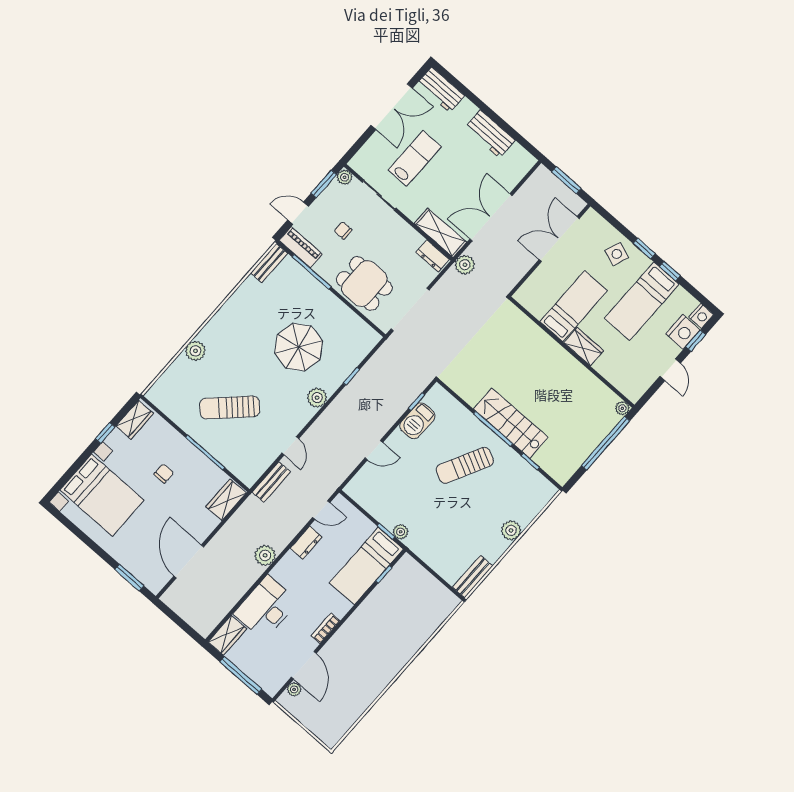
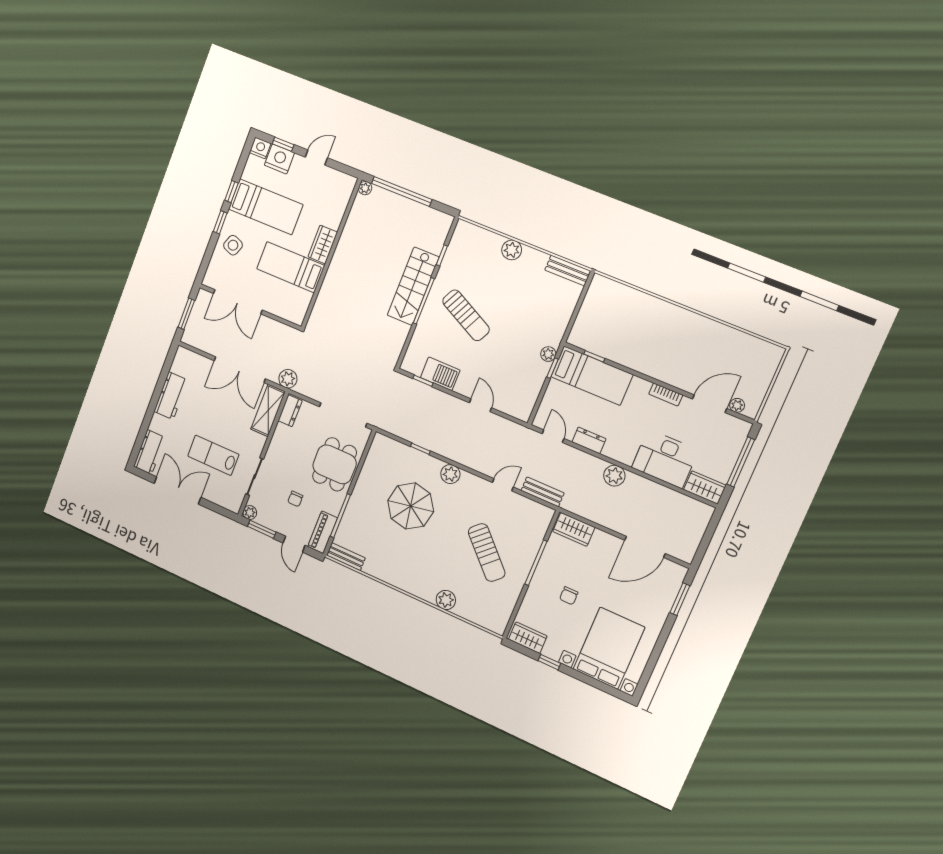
chair: (164, 474) -> (569, 596), turned -90

